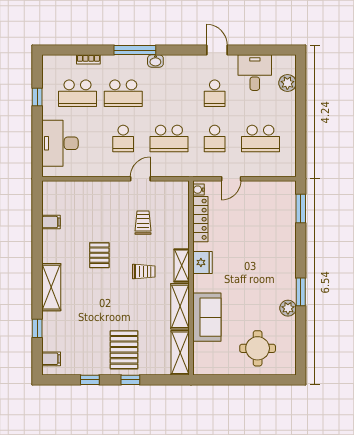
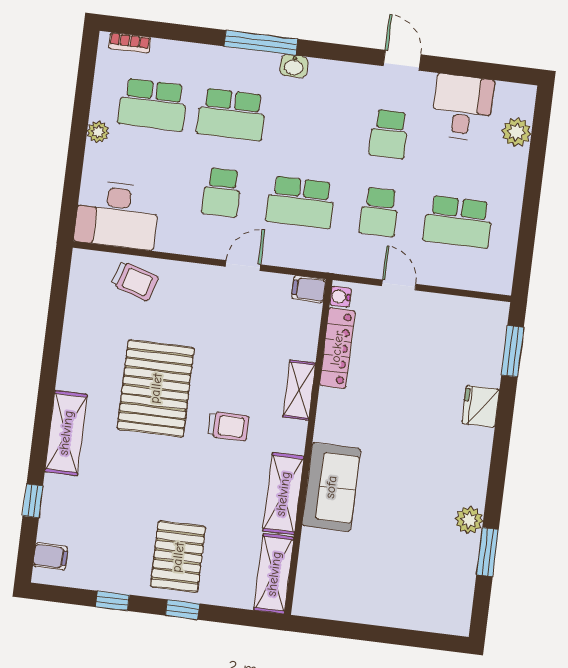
bookcase: (88, 59) -> (130, 43), moved
window: (37, 97) -> (82, 103), removed
plant: (48, 113) -> (98, 132), added
desk: (60, 143) -> (117, 215), moved, turned -90
door: (231, 179) -> (399, 285), swing flipped
filing cabinet: (51, 222) -> (309, 289), moved, turned 180
trolley: (143, 223) -> (135, 281), moved, turned 108
pallet: (99, 255) -> (156, 388), width x2.05, depth x2.00
fridge: (202, 262) -> (481, 406), moved, turned 180
shelving: (182, 266) -> (299, 390), moved
window: (301, 292) -> (488, 552), moved
sofa: (207, 317) -> (331, 487), moved
round table: (258, 348) -> (408, 583), removed

